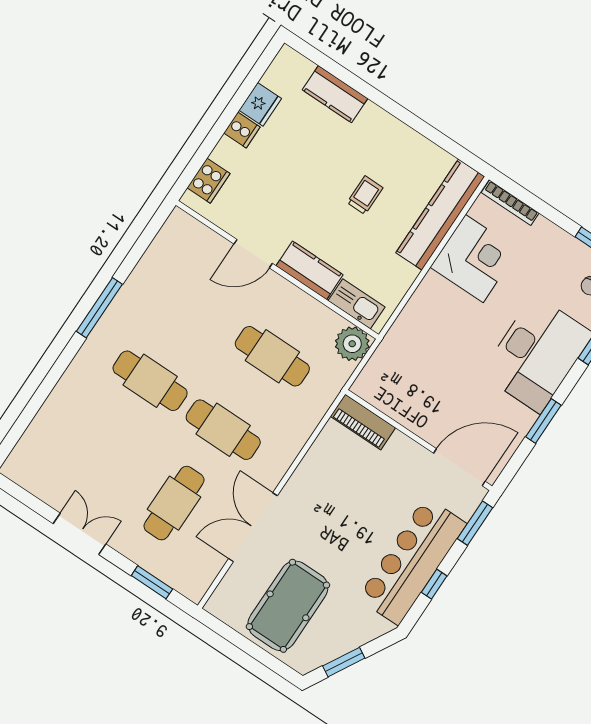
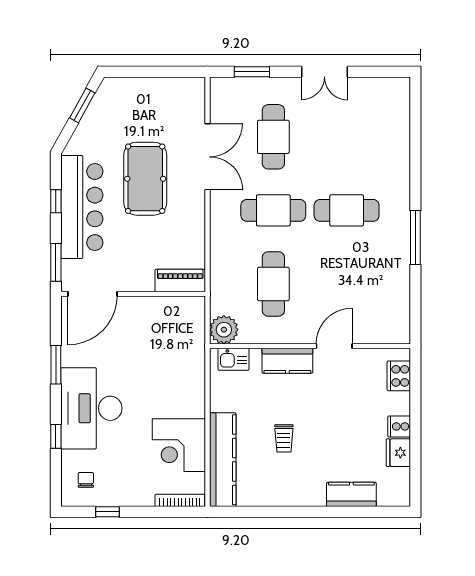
kitchen sink: (357, 304) -> (234, 359), width x0.73
cafe table: (272, 356) -> (273, 284), turned 90
pool table: (288, 606) -> (145, 179), moved

